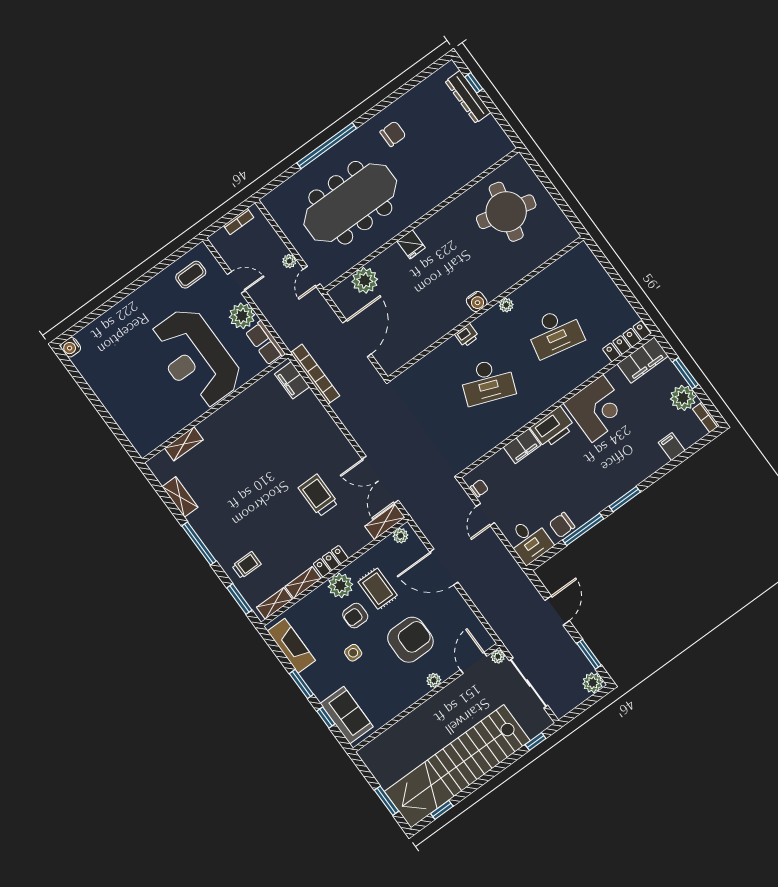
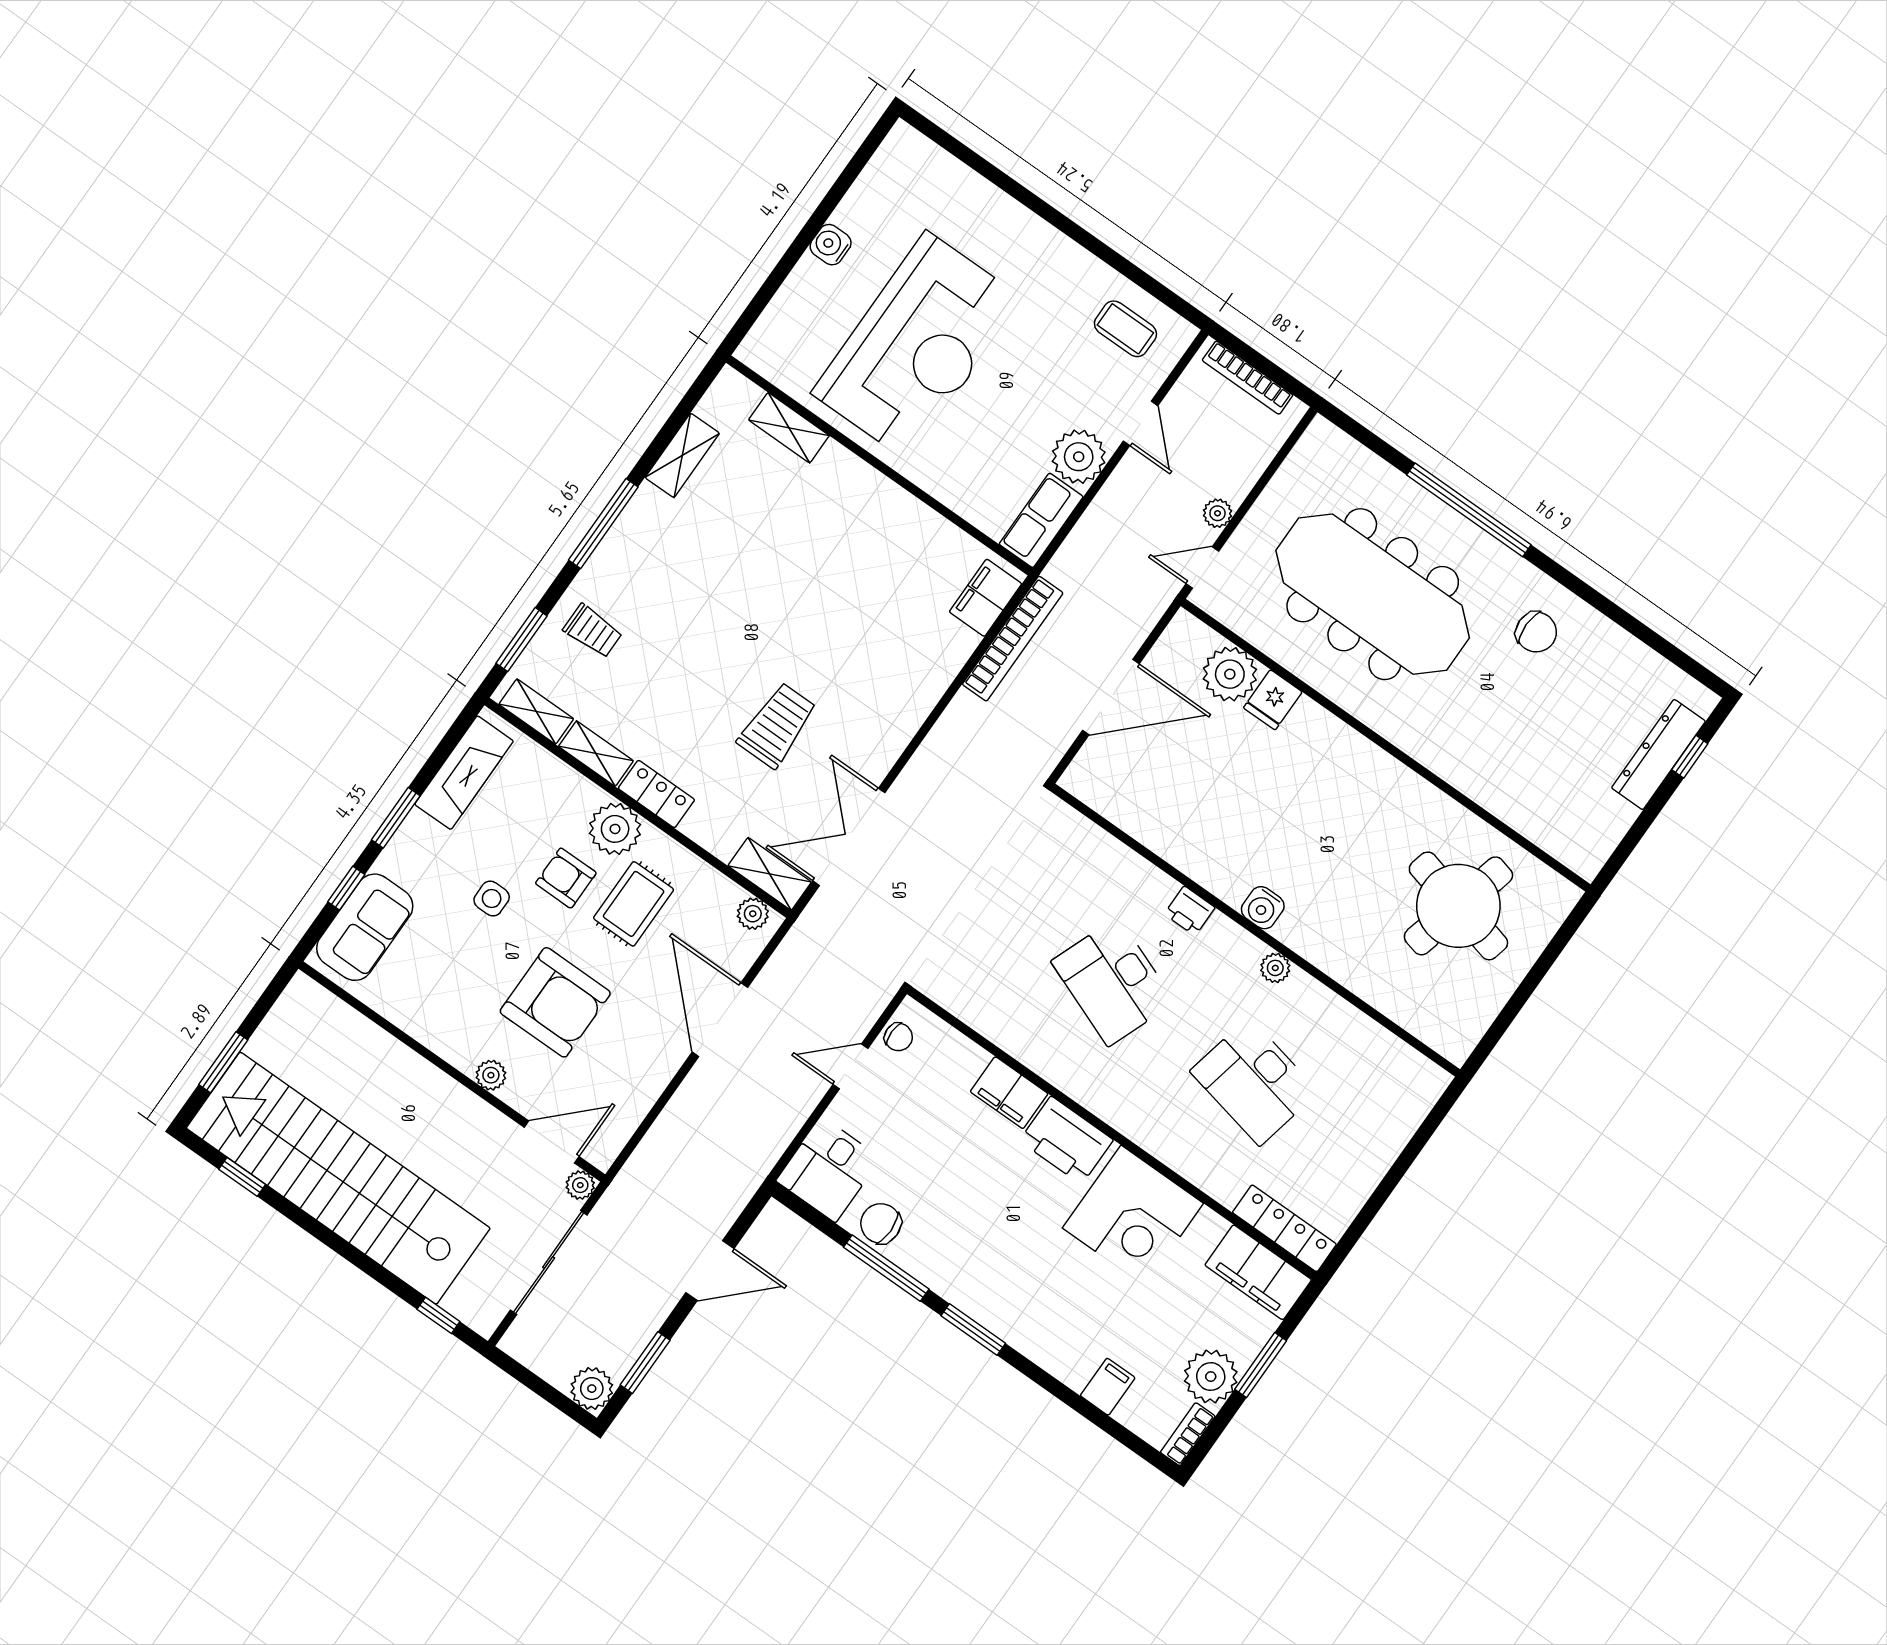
bookcase: (239, 222) -> (1248, 378), width x1.56
fridge: (411, 244) -> (1273, 700), moved
water cooler: (71, 347) -> (831, 245), moved
reception desk: (195, 358) -> (917, 346), moved, turned 180

